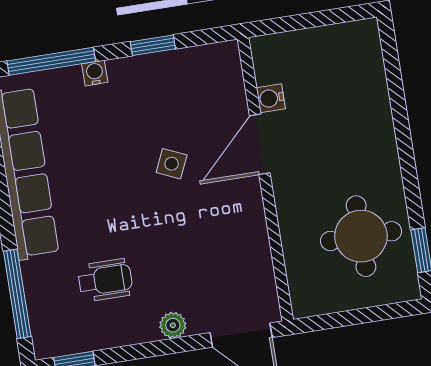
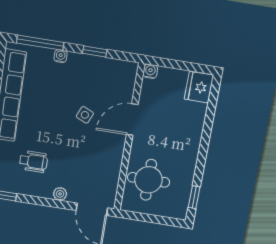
fridge: (359, 48) -> (199, 87), added
water cooler: (271, 98) -> (150, 71), moved, turned 90
round table: (361, 236) -> (149, 180), moved

